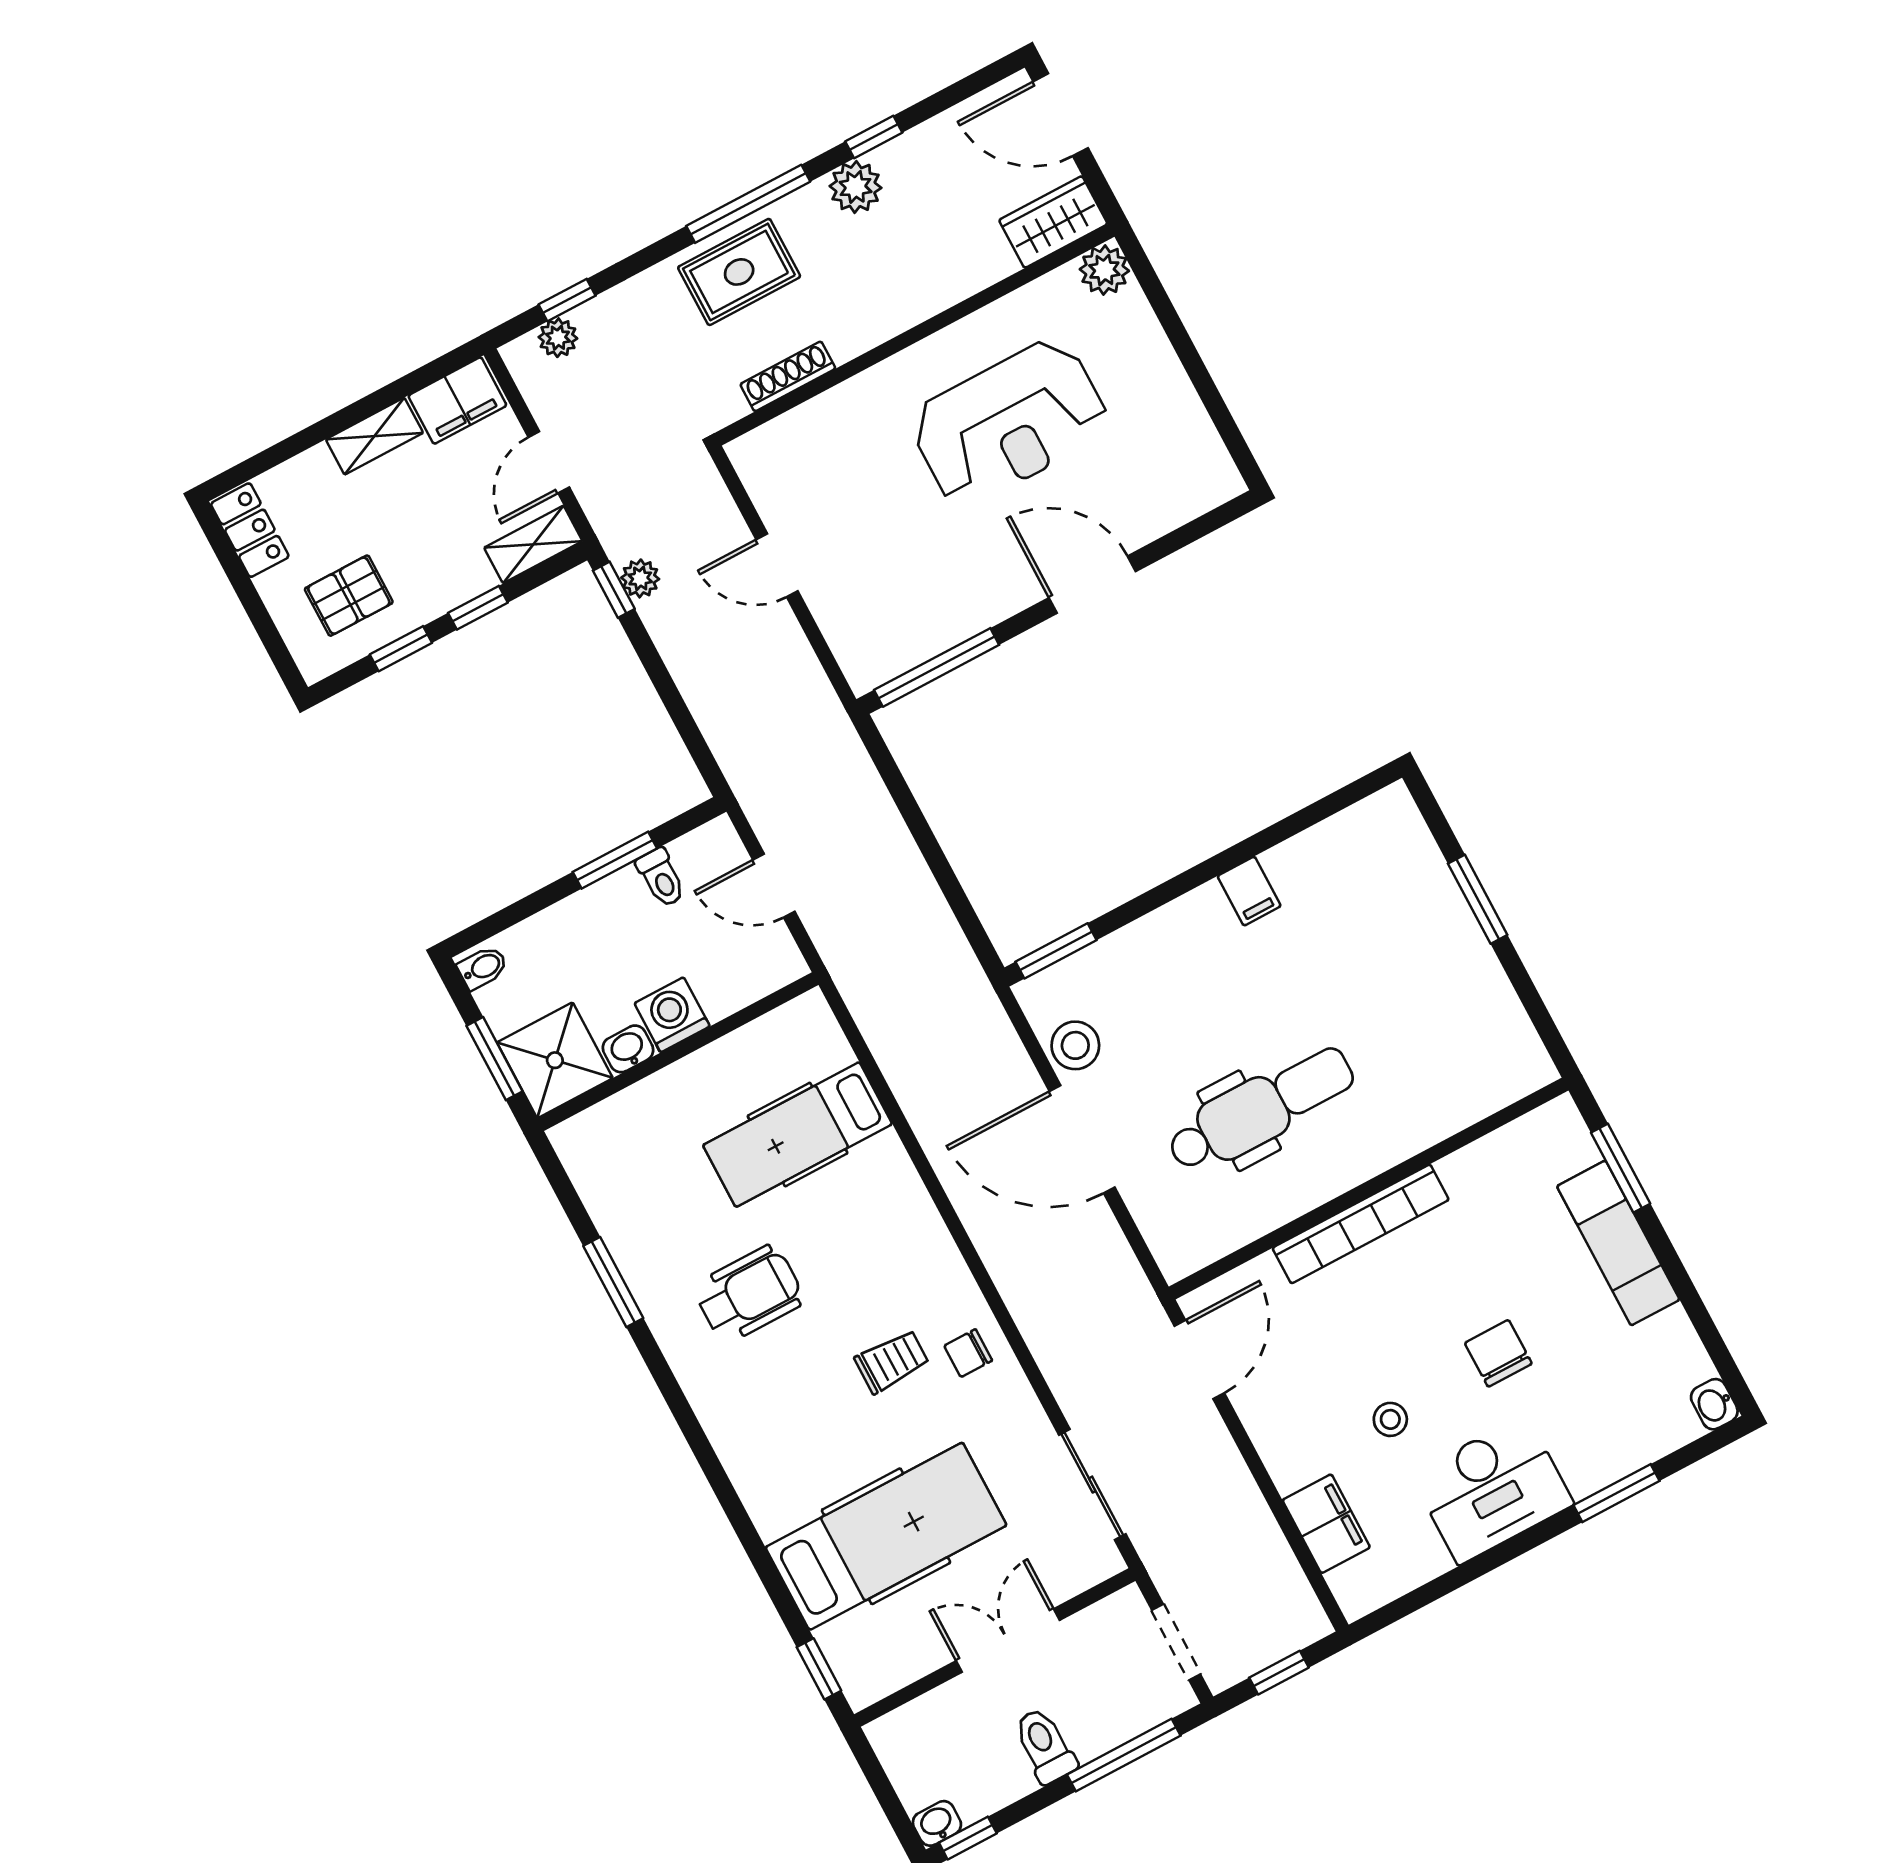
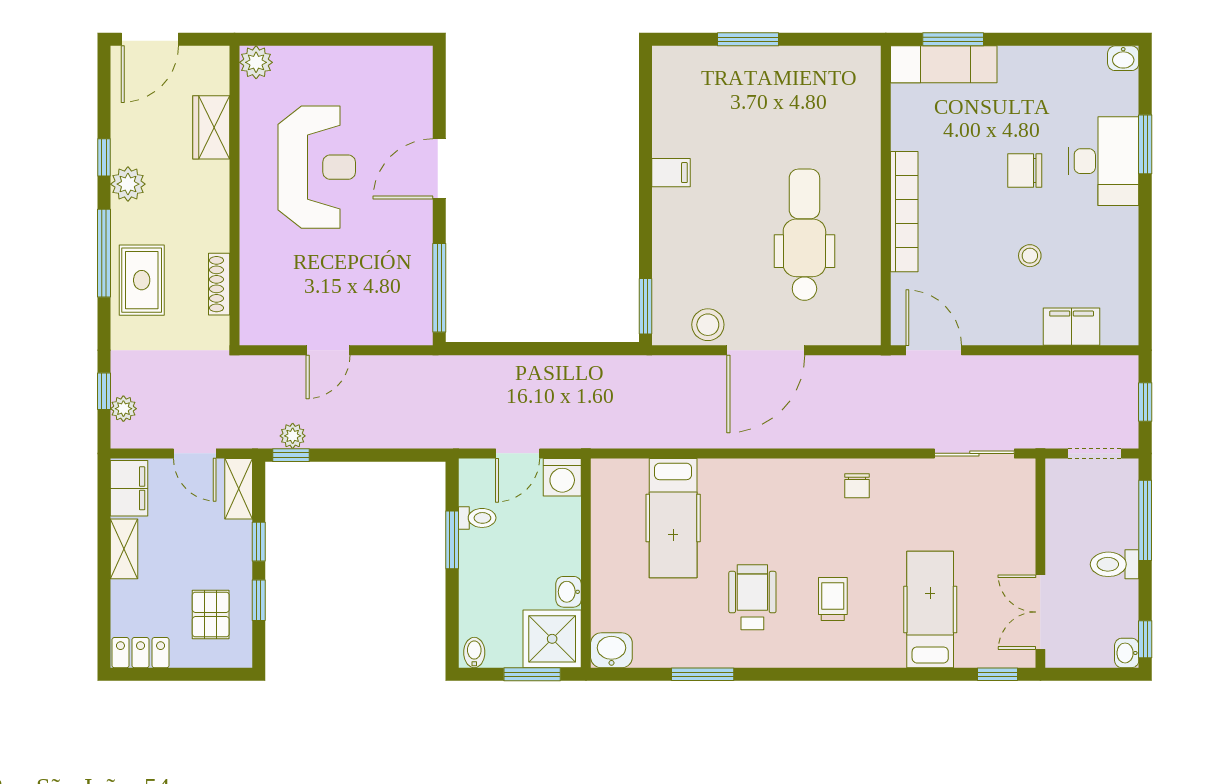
wardrobe: (1053, 222) -> (211, 127), moved
washing machine: (672, 1015) -> (562, 477), moved, turned -90
washbasin: (581, 1146) -> (611, 650), added
exam couch: (1618, 1243) -> (944, 64), moved
trolley: (892, 1361) -> (833, 599), moved
desk: (1492, 1489) -> (1104, 161), moved
hospital bed: (886, 1536) -> (930, 609), width x0.73, depth x0.78
double door: (1008, 1641) -> (1040, 612), moved

